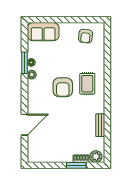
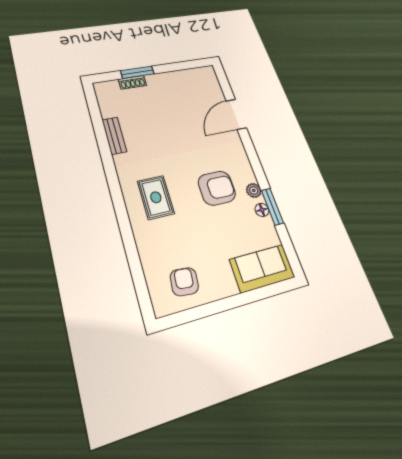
armchair: (63, 87) -> (217, 188), moved, turned 90
plant: (96, 157) -> (109, 89), removed

